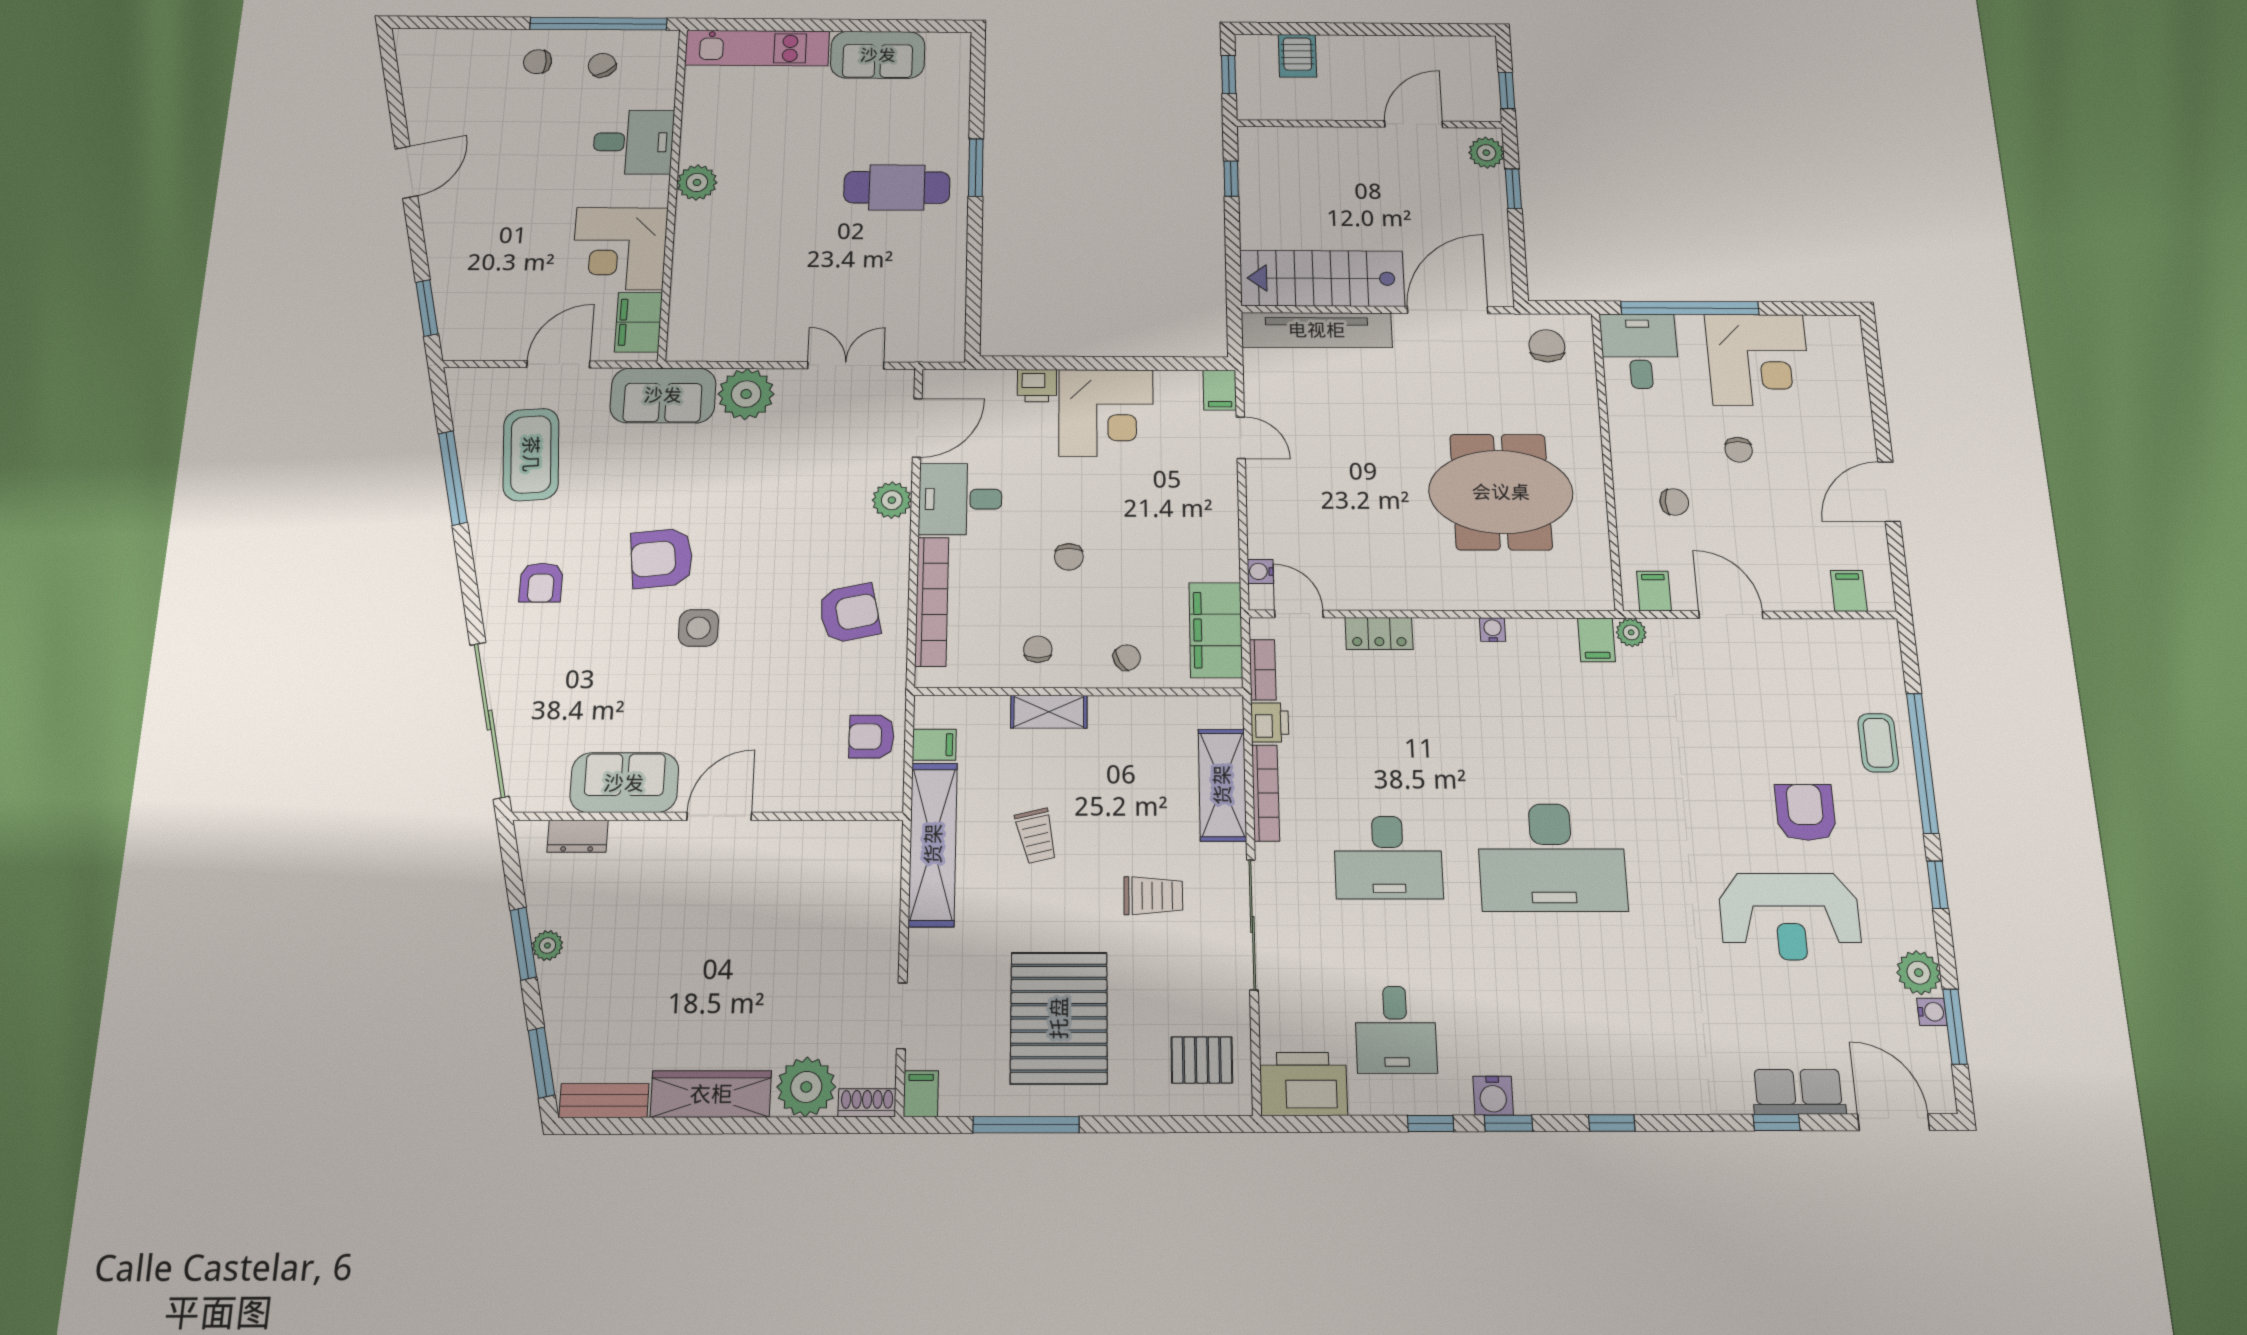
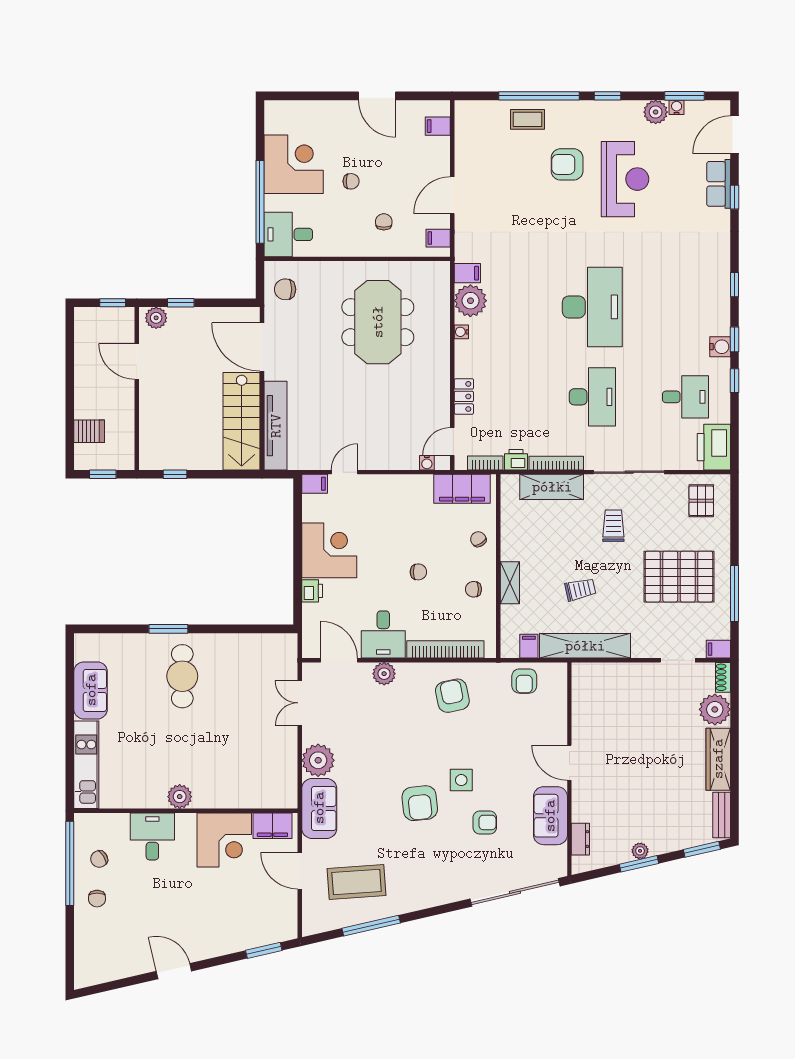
armchair: (541, 583) -> (485, 822), moved
plant: (1631, 632) -> (470, 301), moved, width x1.88, depth x1.88

